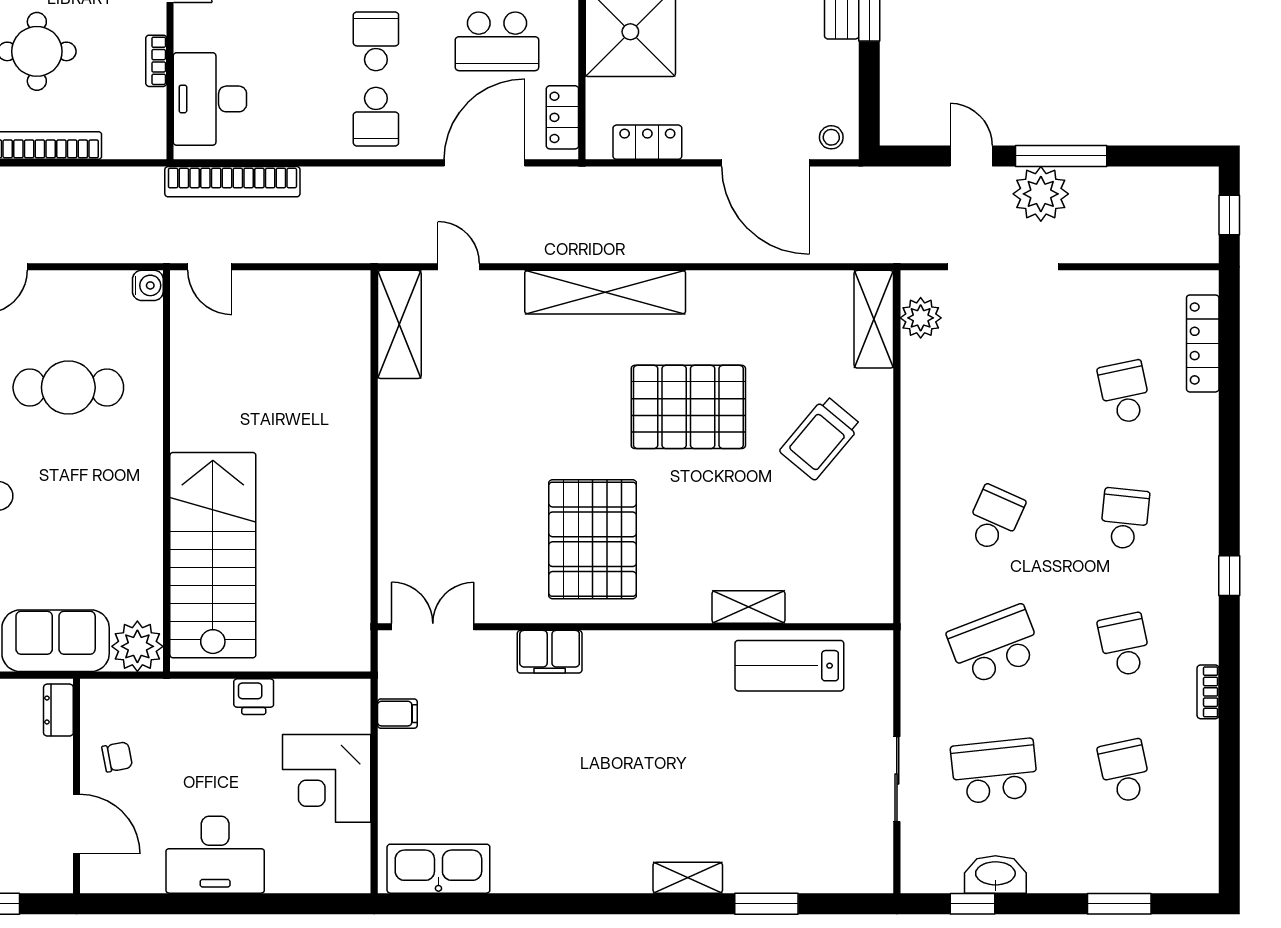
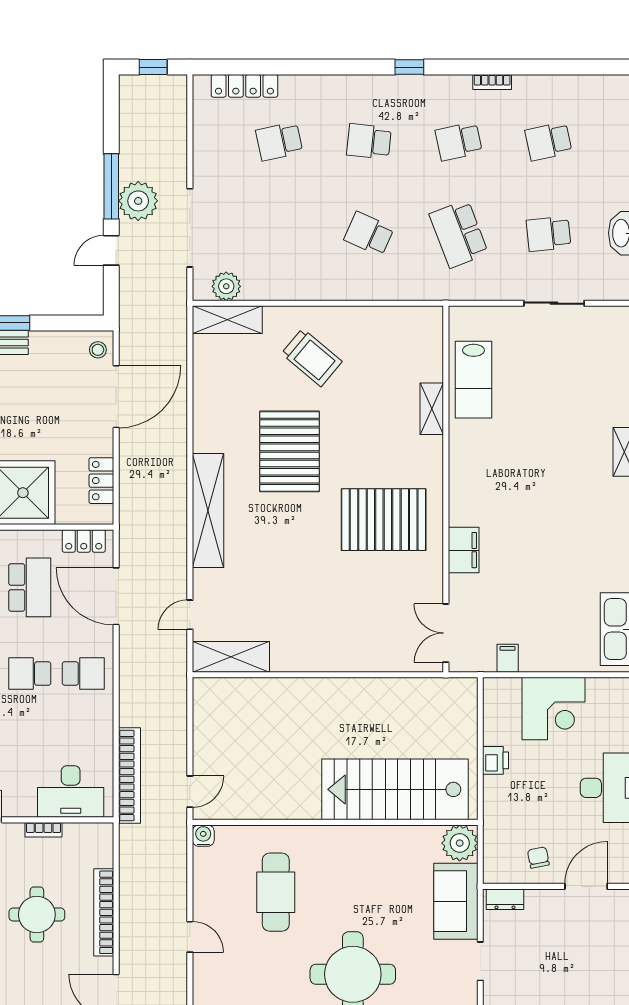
school desk: (995, 771) -> (549, 234), width x0.54

